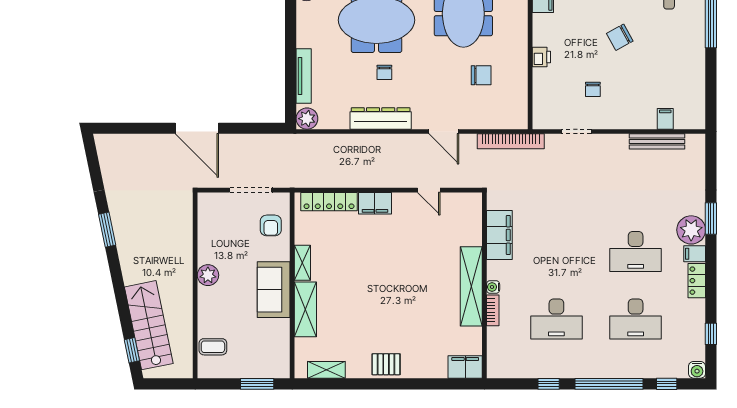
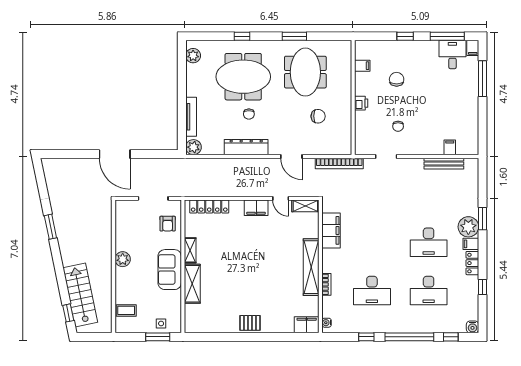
chair: (620, 37) -> (397, 79), moved, turned 119
filing cabinet: (375, 203) -> (256, 208), moved
water cooler: (493, 287) -> (327, 323), moved
window: (711, 334) -> (482, 287), moved
side table: (262, 365) -> (161, 324), added
shelving: (326, 370) -> (305, 206), moved

